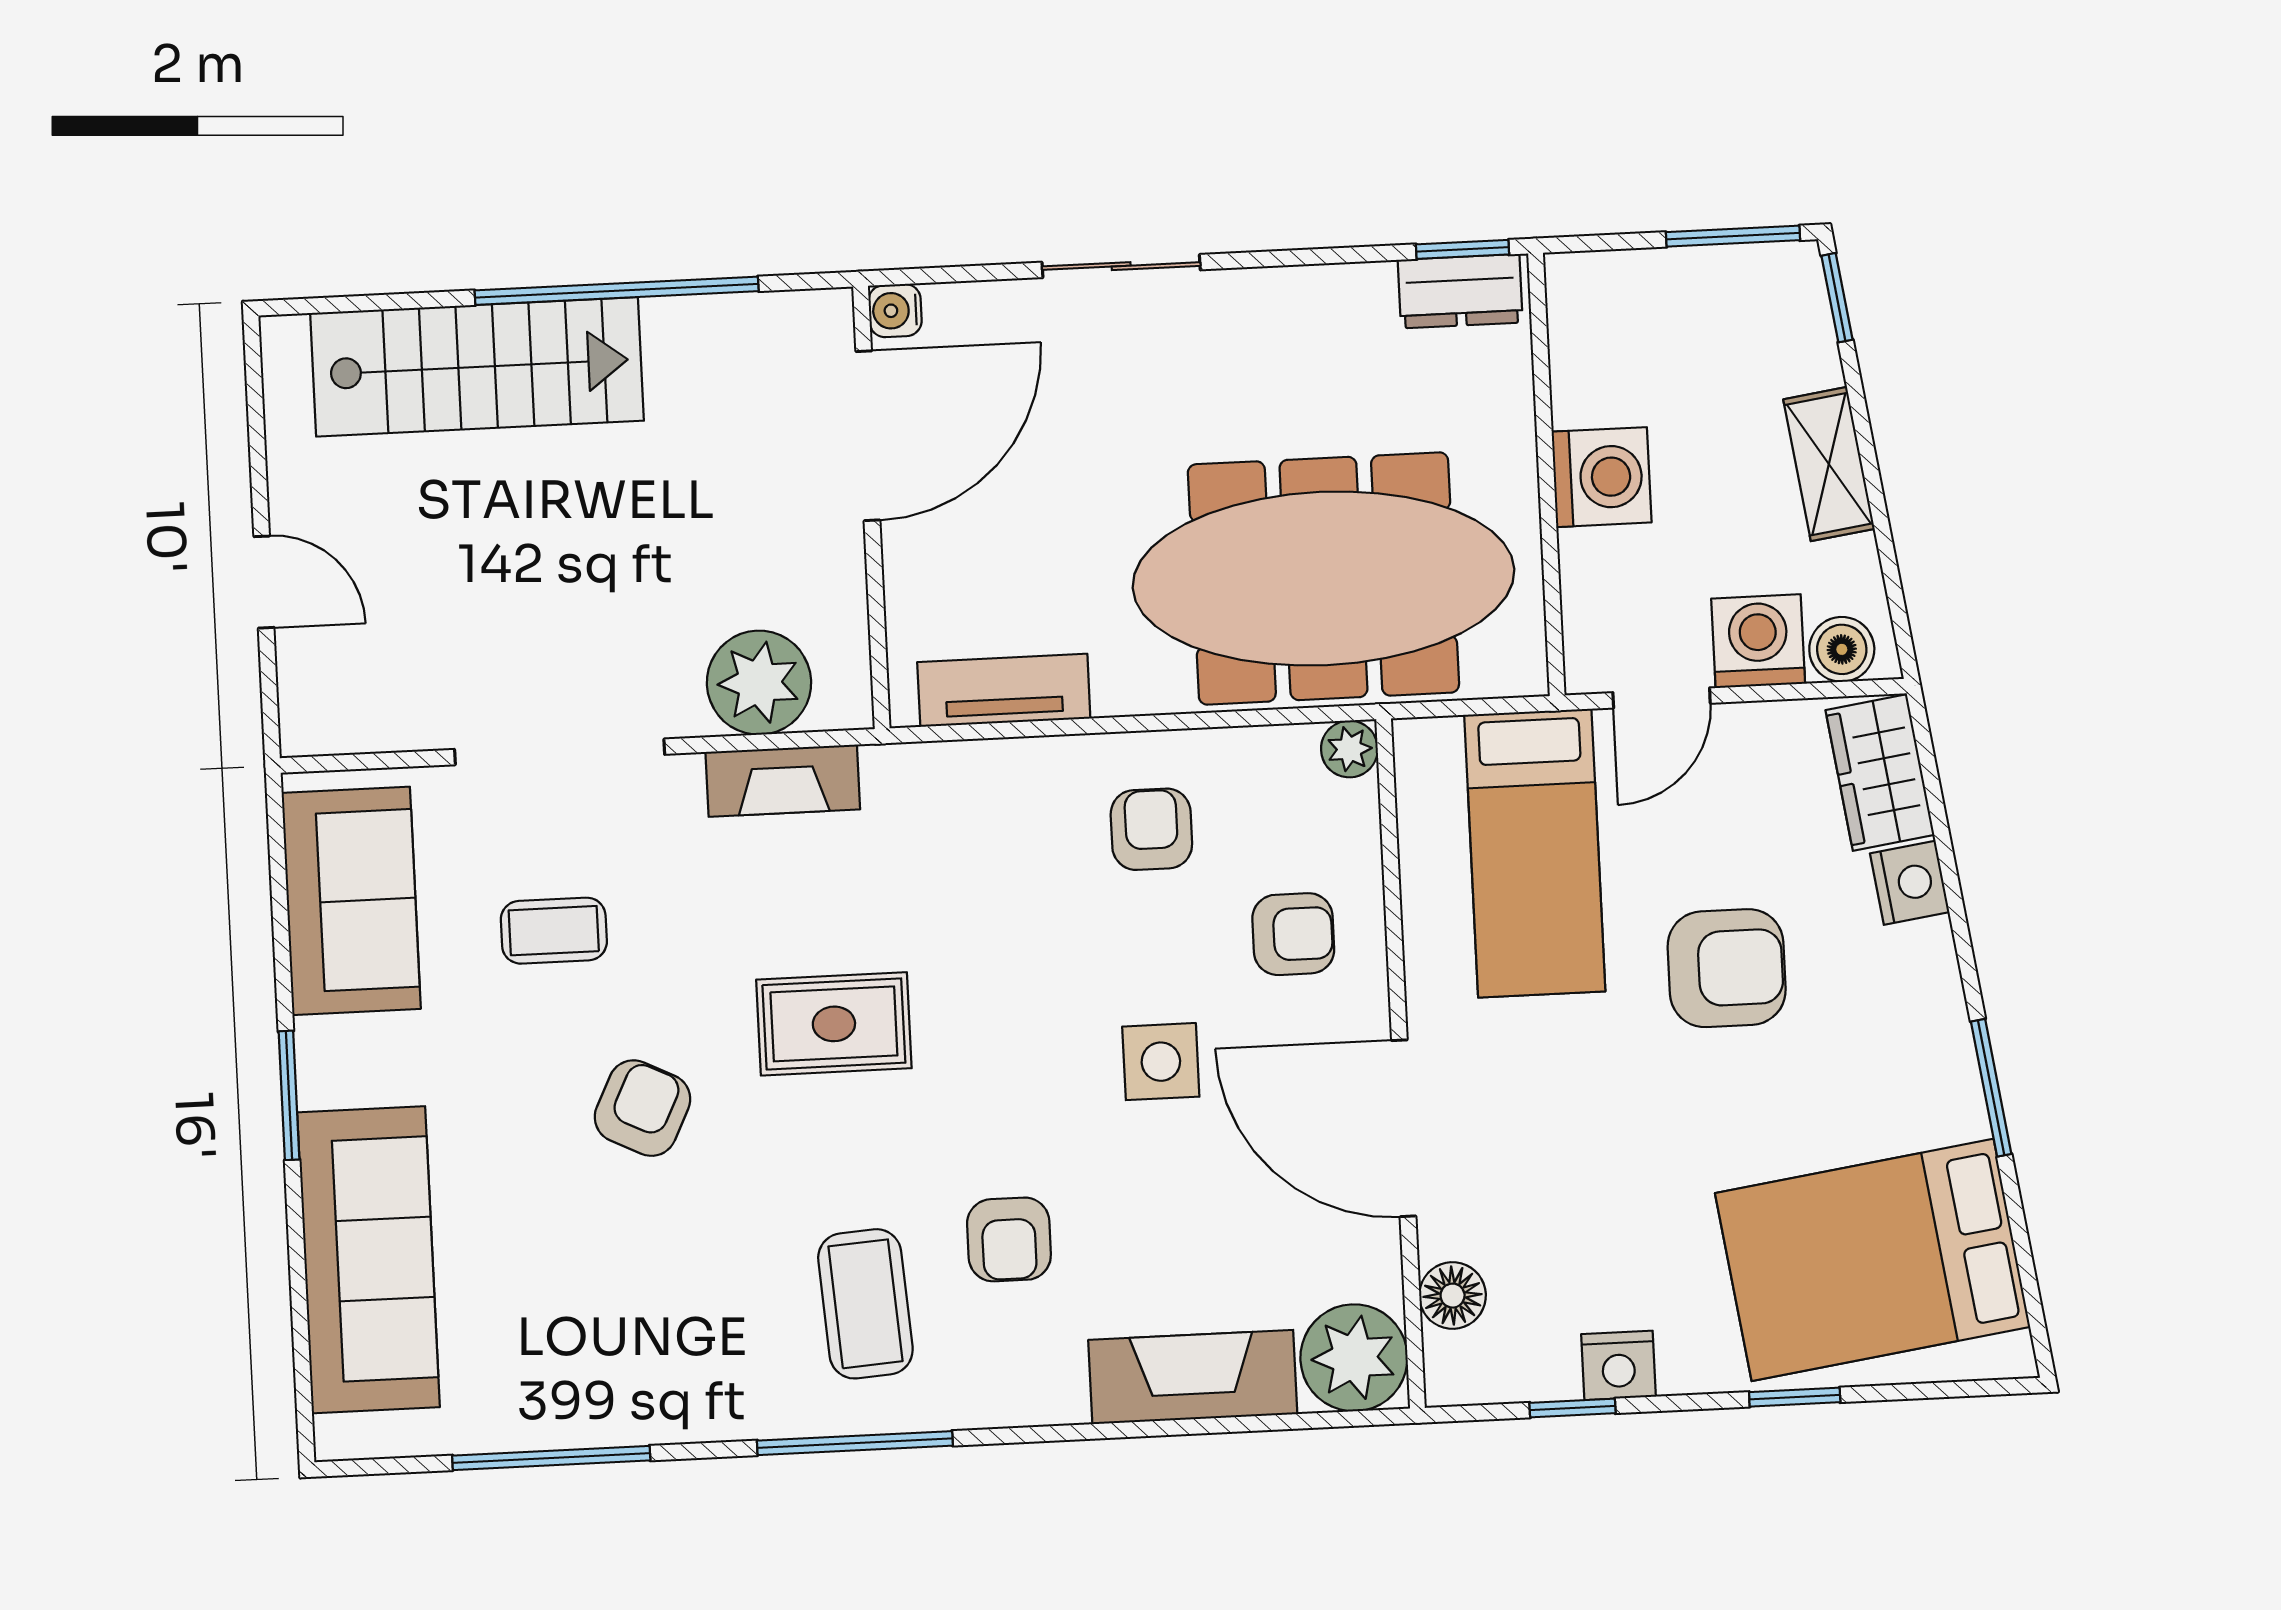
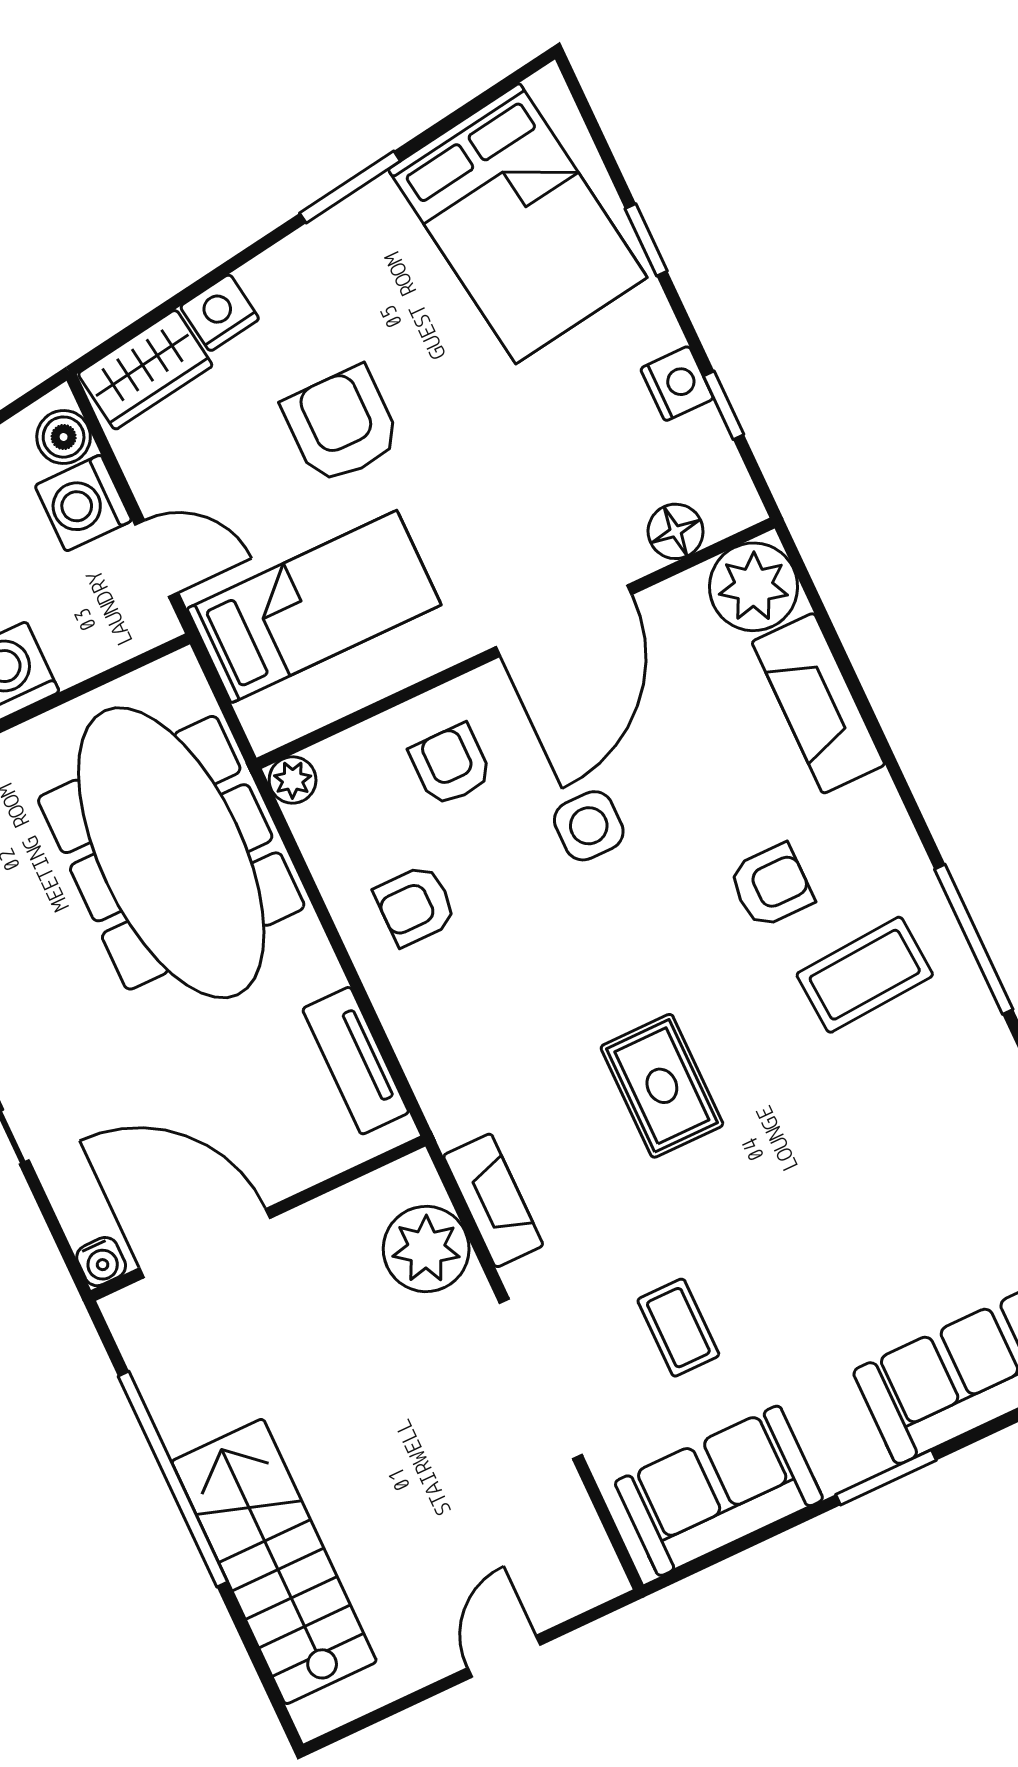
armchair: (642, 1108) -> (786, 1205), removed

